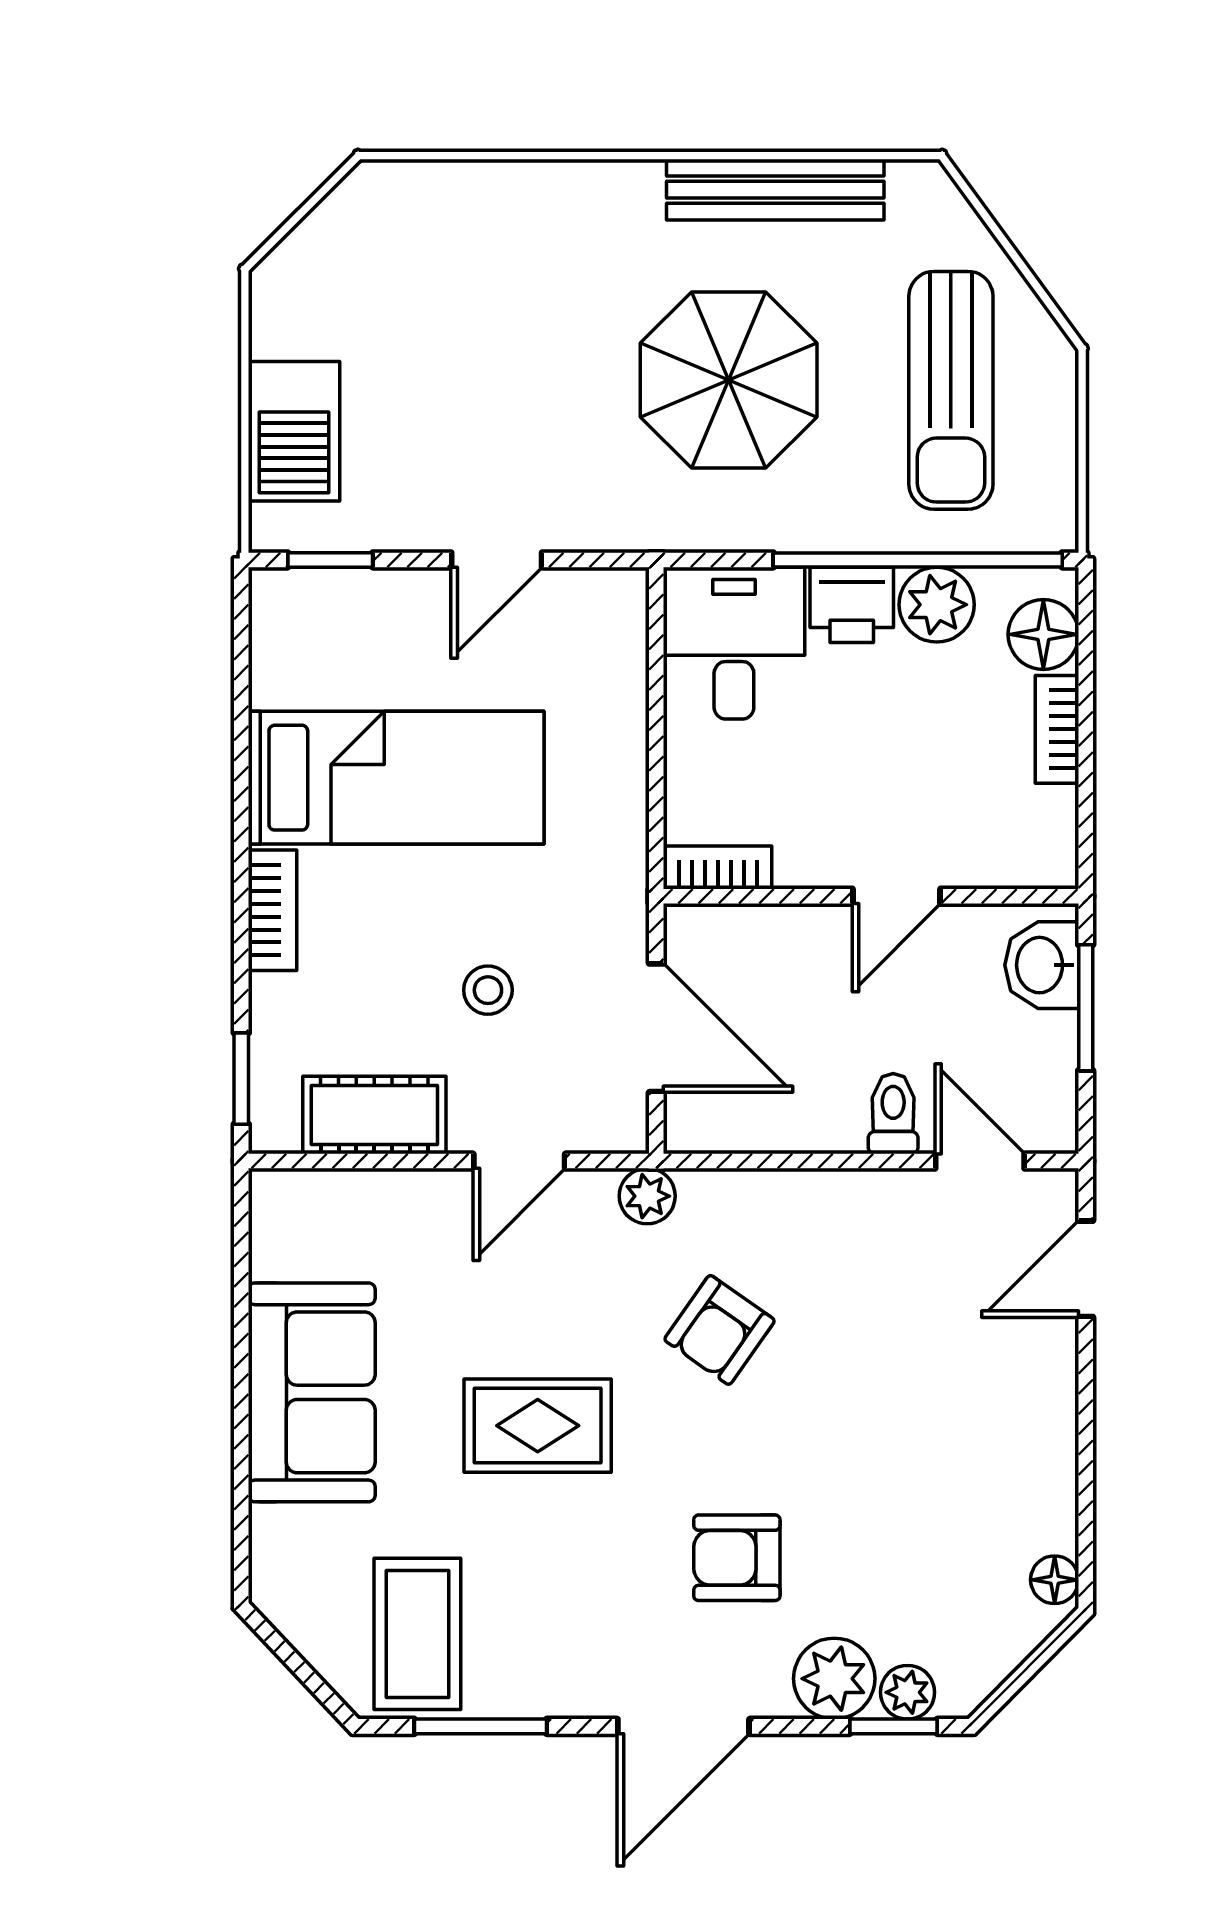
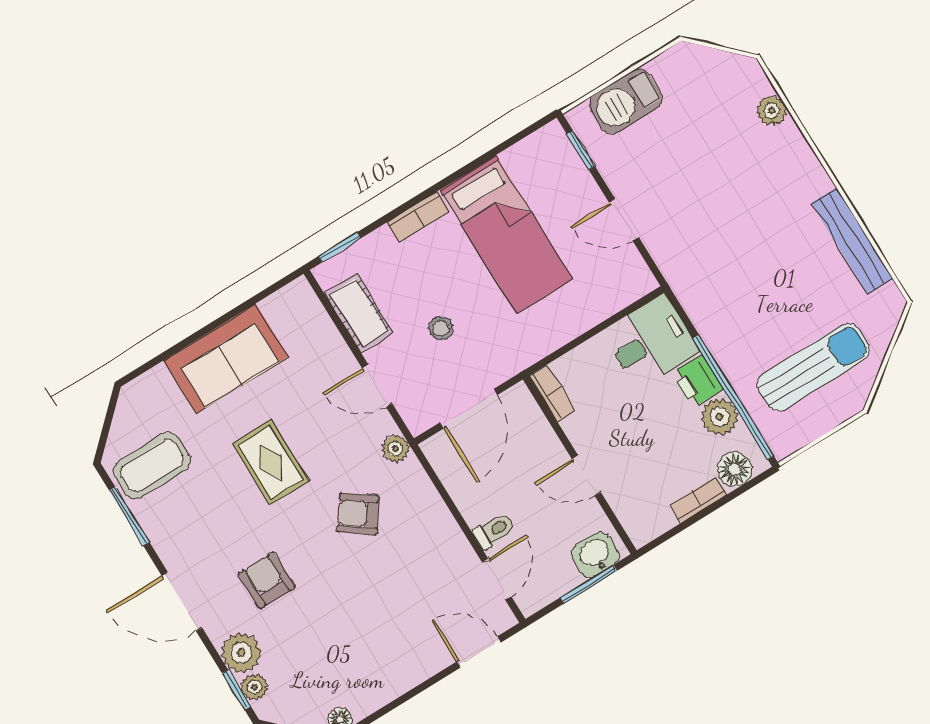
plant: (465, 189) -> (772, 110), added
parasol: (729, 380) -> (760, 271), removed
sun lounger: (951, 390) -> (813, 367), turned 180

